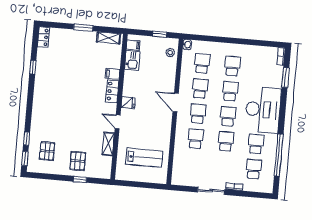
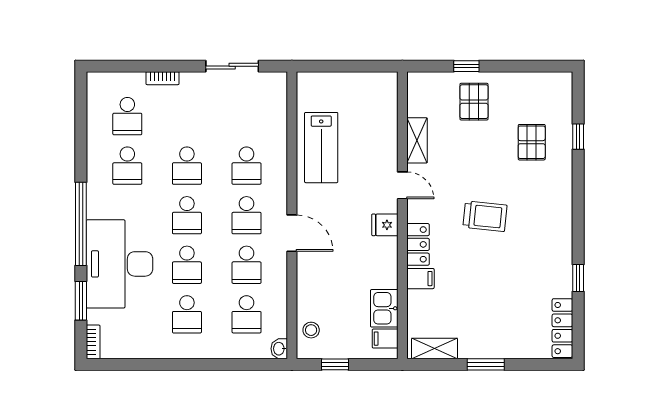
locker: (43, 37) -> (562, 328), width x1.53
trolley: (77, 103) -> (485, 216), added
desk: (263, 110) -> (119, 264), moved
pallet: (47, 151) -> (532, 142), moved
window: (279, 155) -> (81, 224), moved
window: (25, 158) -> (578, 97), removed
lab bench: (144, 158) -> (321, 148), moved, turned -90
sliding door: (211, 191) -> (232, 66), moved

